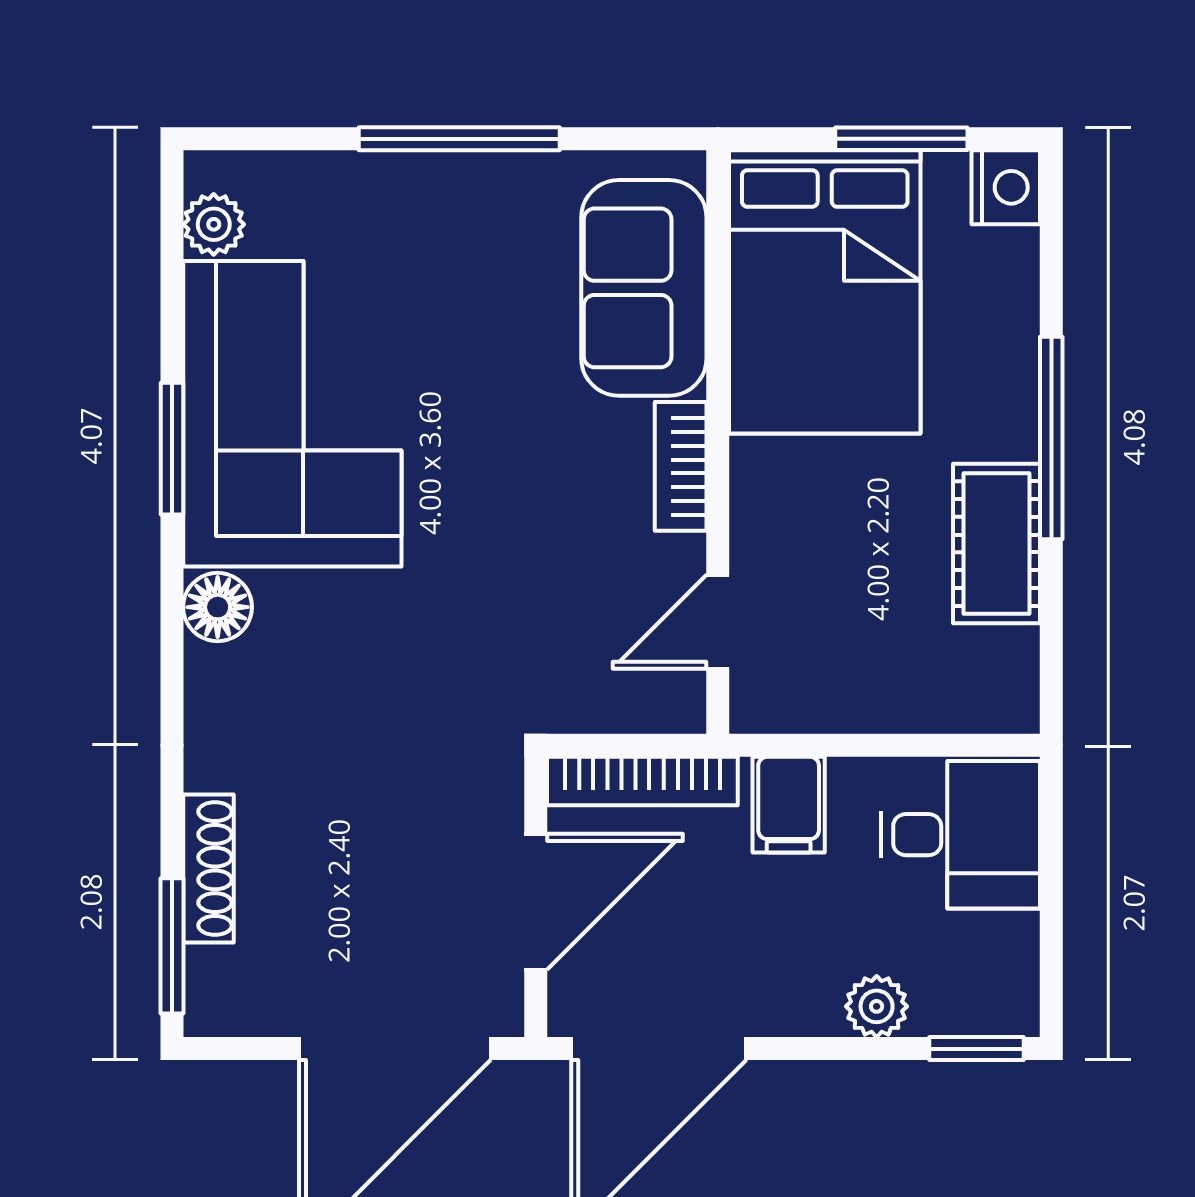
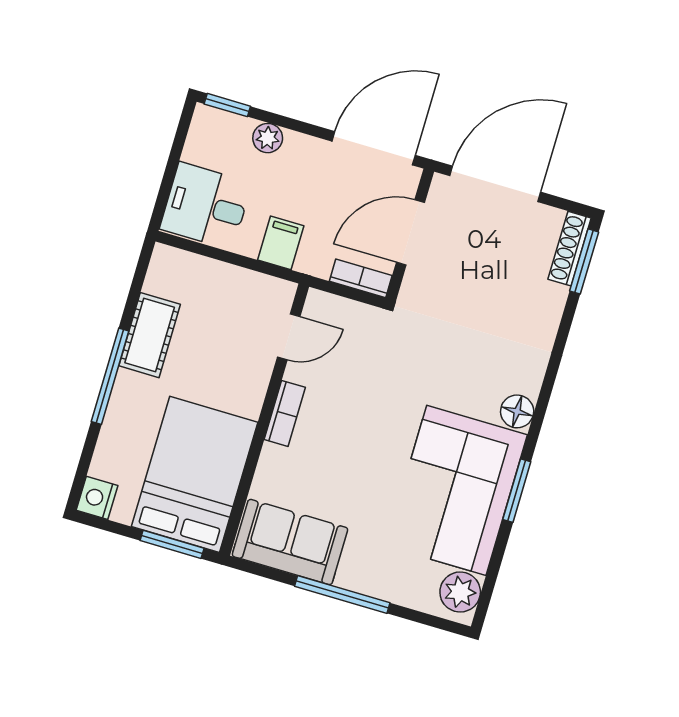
window: (901, 139) -> (172, 544), moved
plant: (214, 224) -> (460, 592), width x1.38, depth x1.38
sofa: (644, 288) -> (290, 542), moved, turned -90
bookcase: (642, 781) -> (361, 278), width x0.64
shoe rack: (208, 869) -> (570, 249), moved

